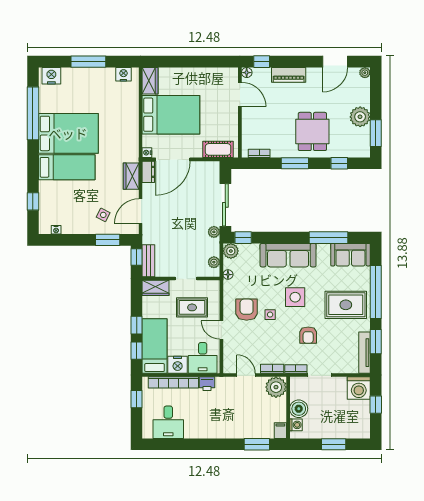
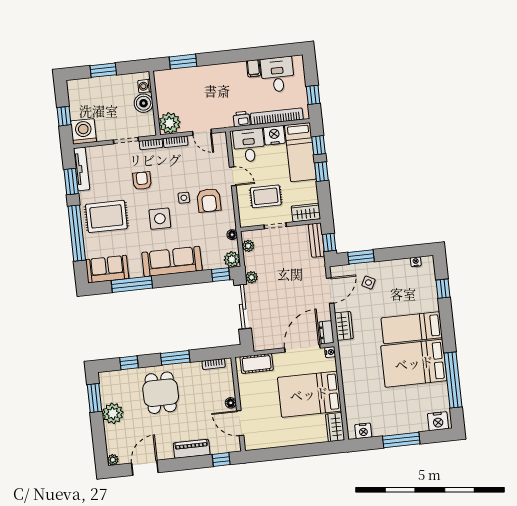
floor lamp: (247, 73) -> (231, 403), moved
filing cabinet: (280, 431) -> (253, 68), moved

